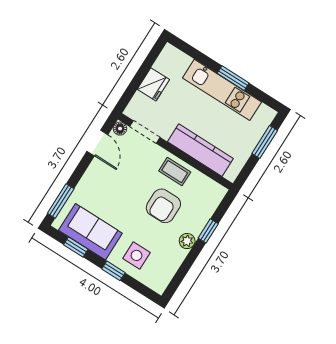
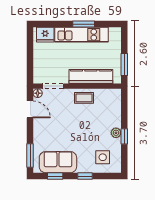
fridge: (153, 84) -> (45, 35), moved, turned 90
window: (265, 142) -> (124, 65), moved
armchair: (163, 206) -> (90, 121), removed
window: (208, 231) -> (124, 136), moved
side table: (137, 255) -> (103, 157), moved

